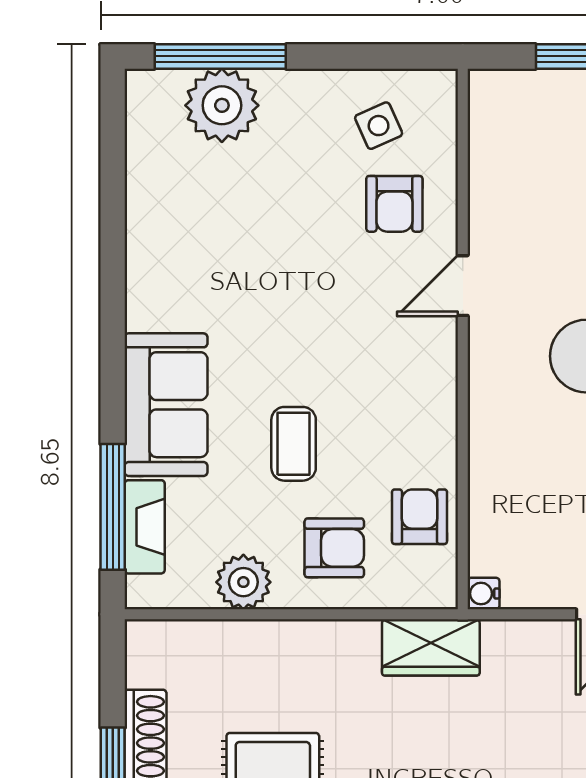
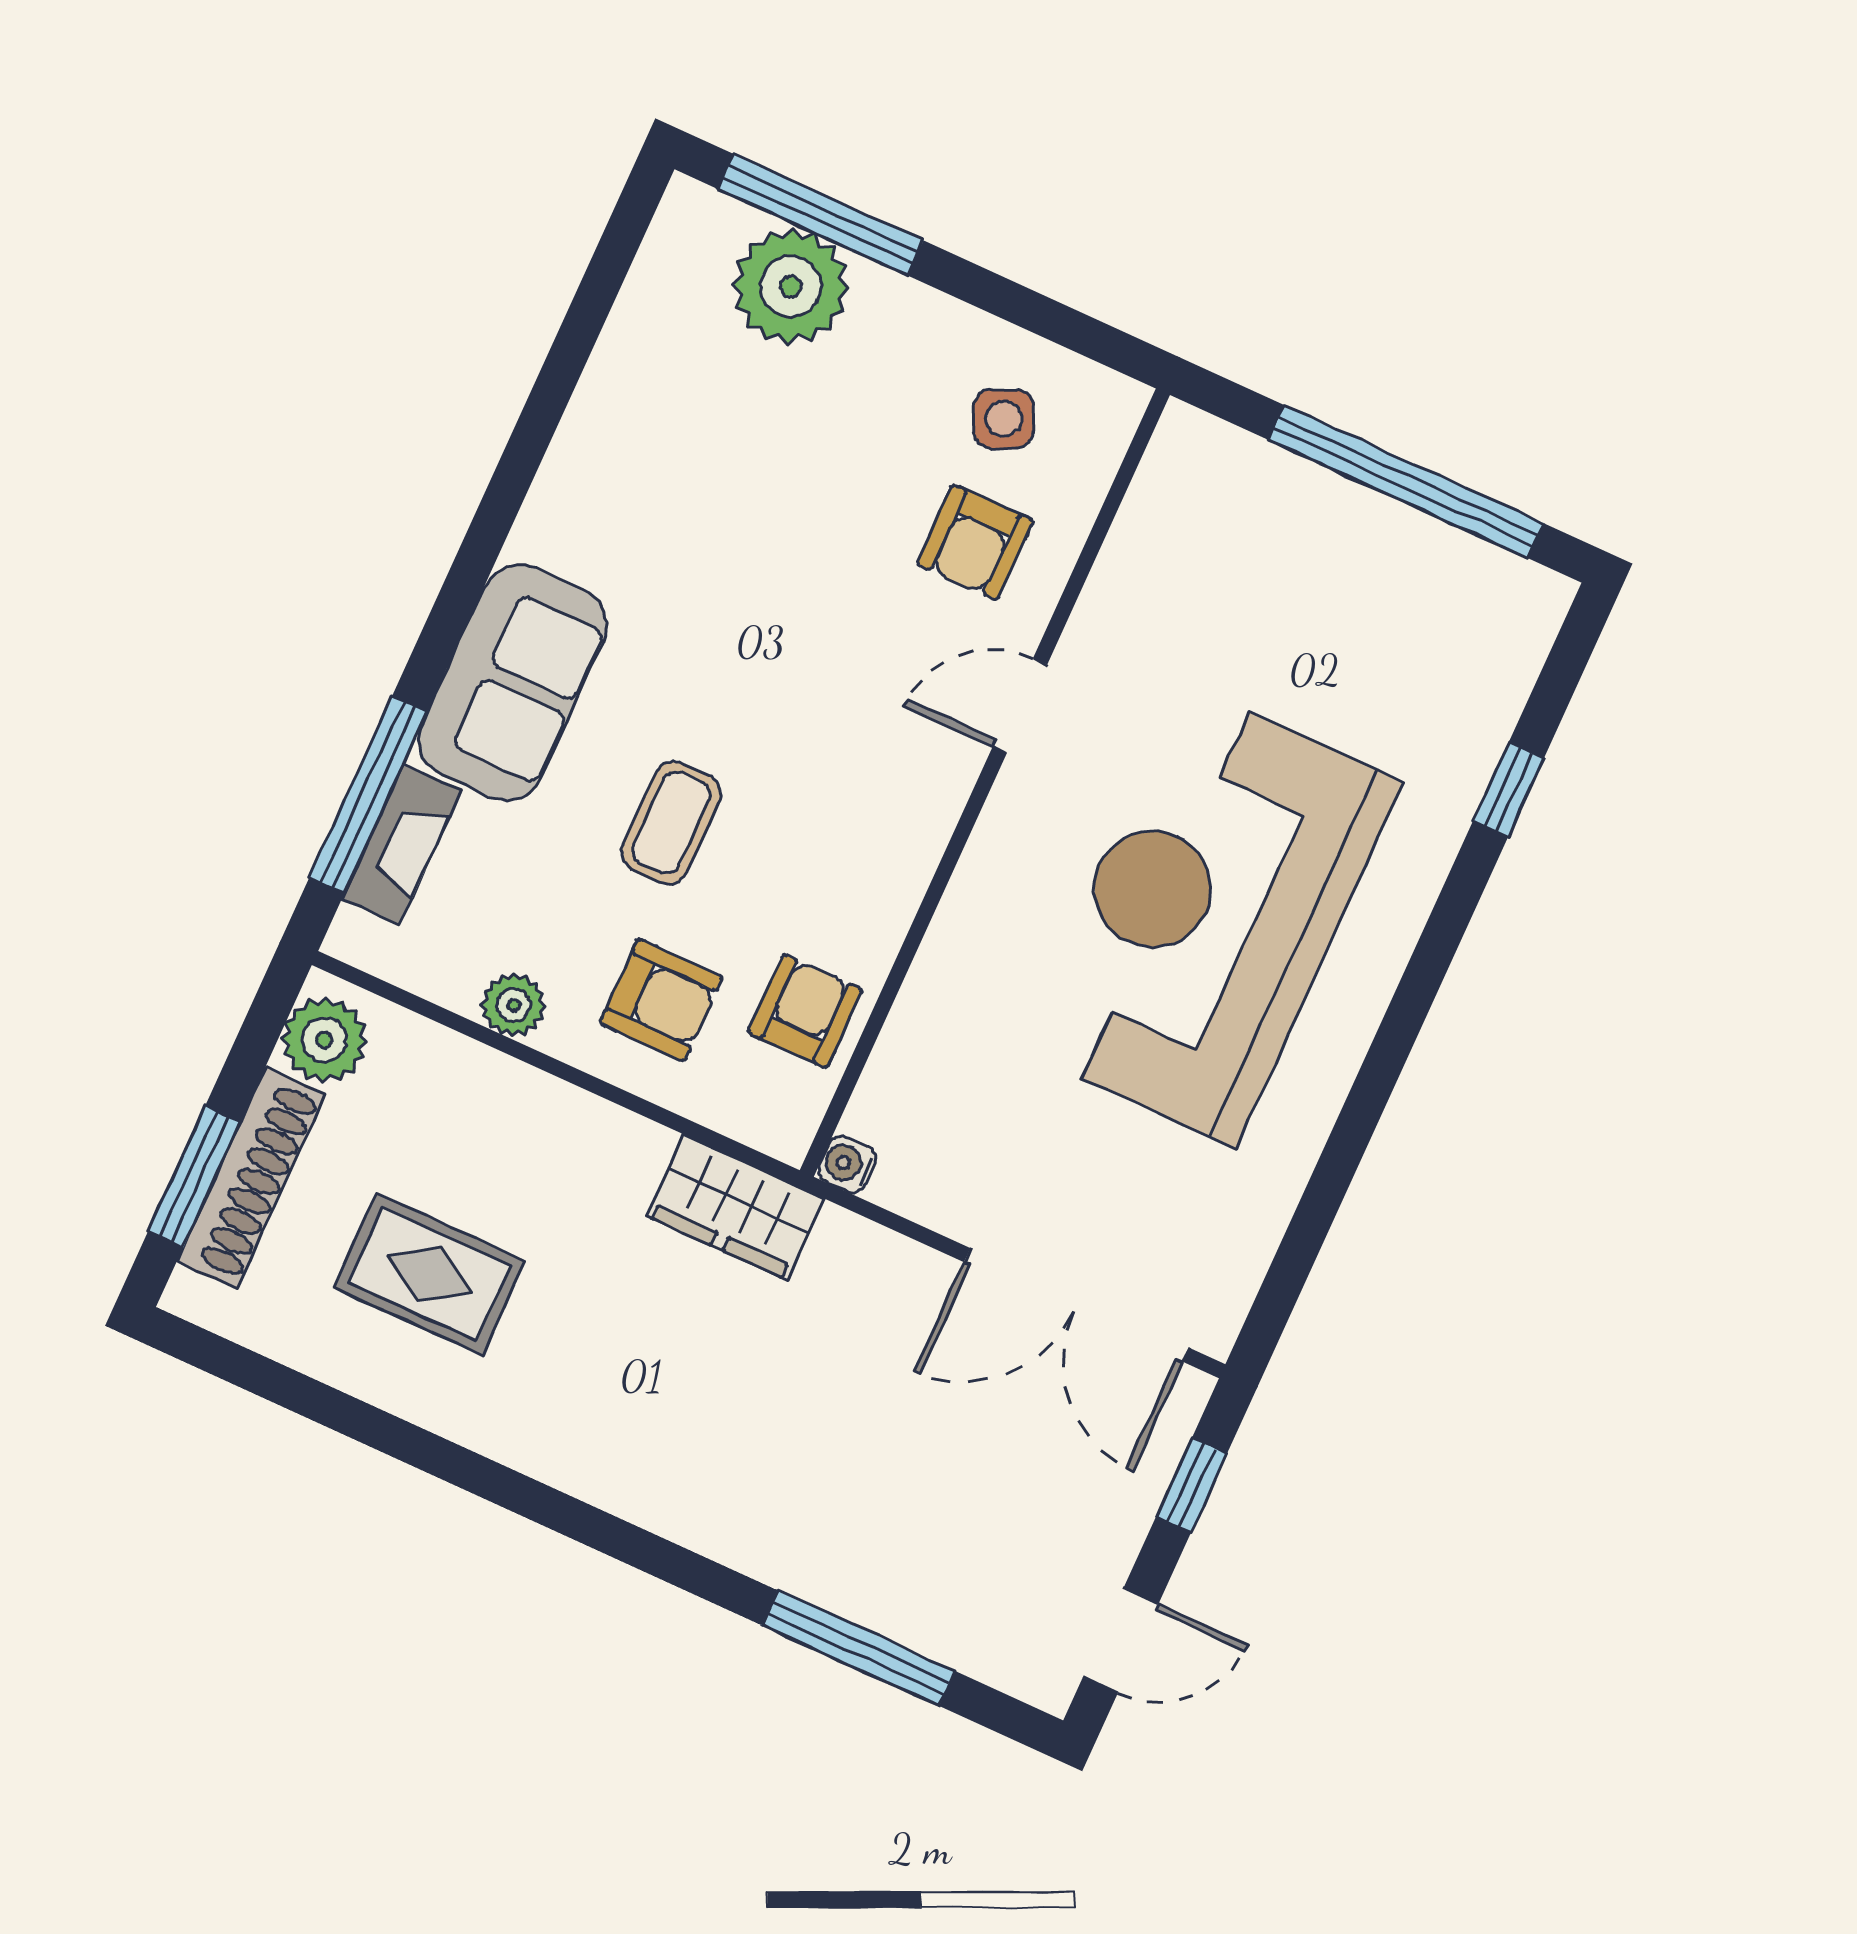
plant: (243, 582) -> (513, 1005), width x0.73, depth x0.73
plant: (152, 659) -> (324, 1040), added

